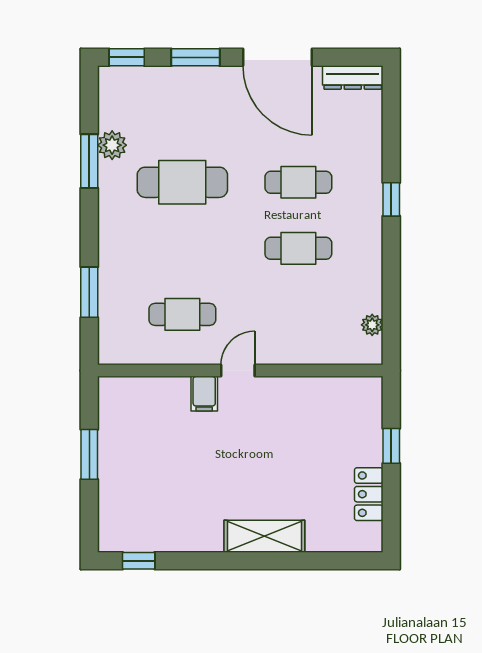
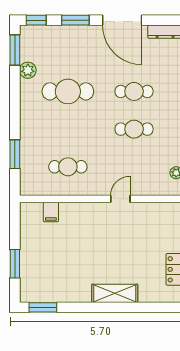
window: (89, 161) -> (15, 50), moved
door: (238, 371) -> (120, 199), moved
filing cabinet: (204, 394) -> (51, 212), moved
window: (89, 454) -> (15, 264), moved
window: (139, 561) -> (43, 307), width x1.50

